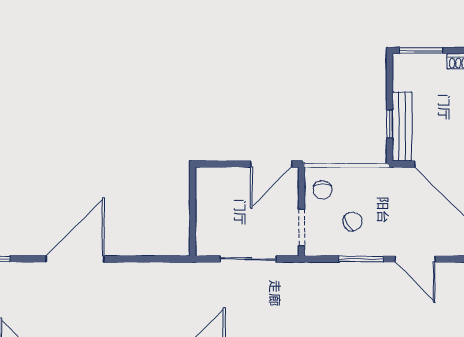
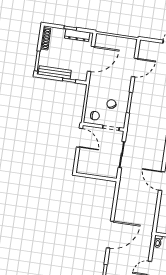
bench: (402, 126) -> (55, 72), moved
door: (75, 259) -> (110, 234), swing flipped
door: (415, 259) -> (135, 67), moved

